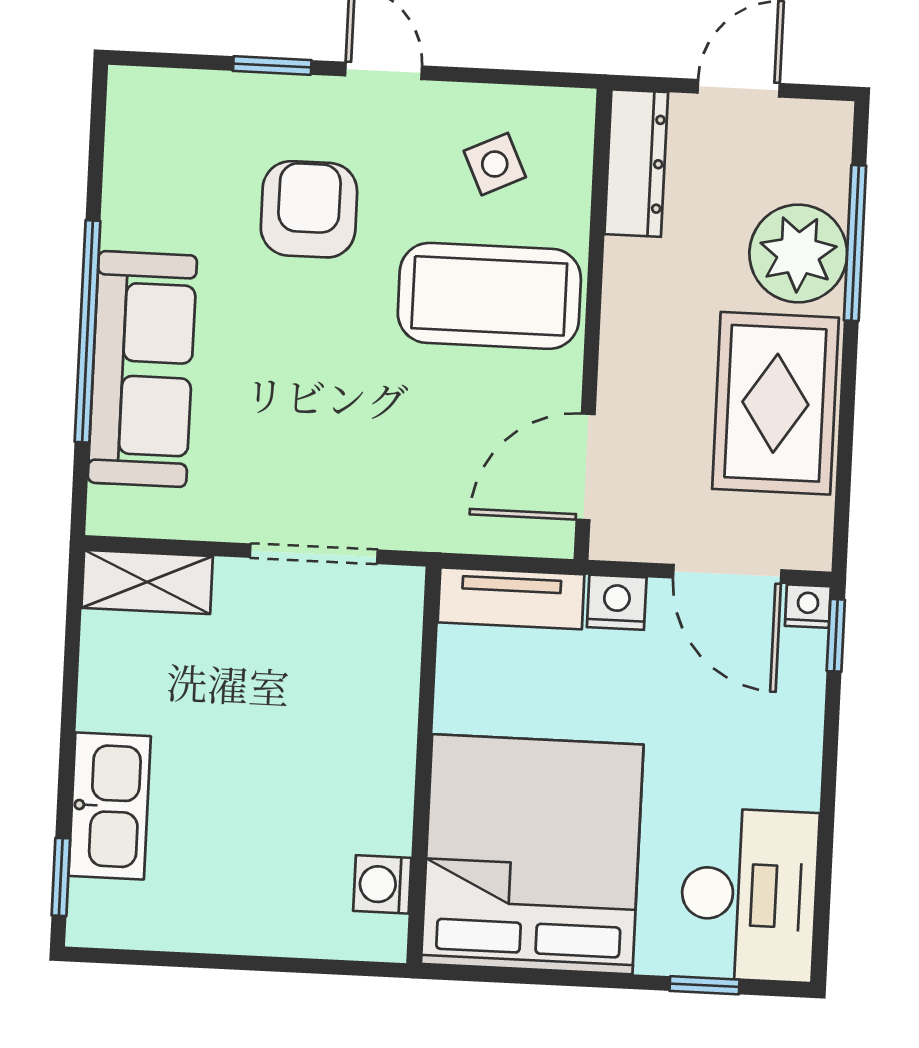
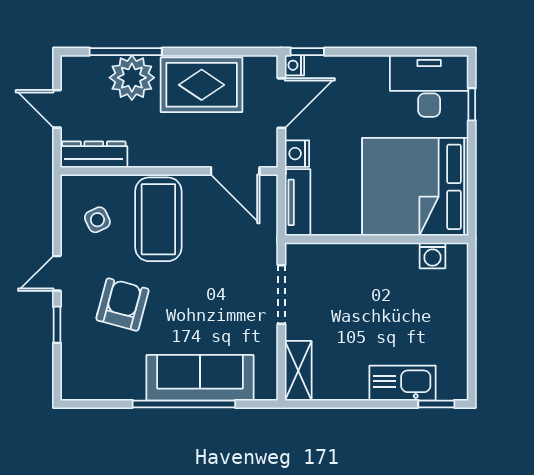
armchair: (309, 209) -> (123, 304), turned 105

